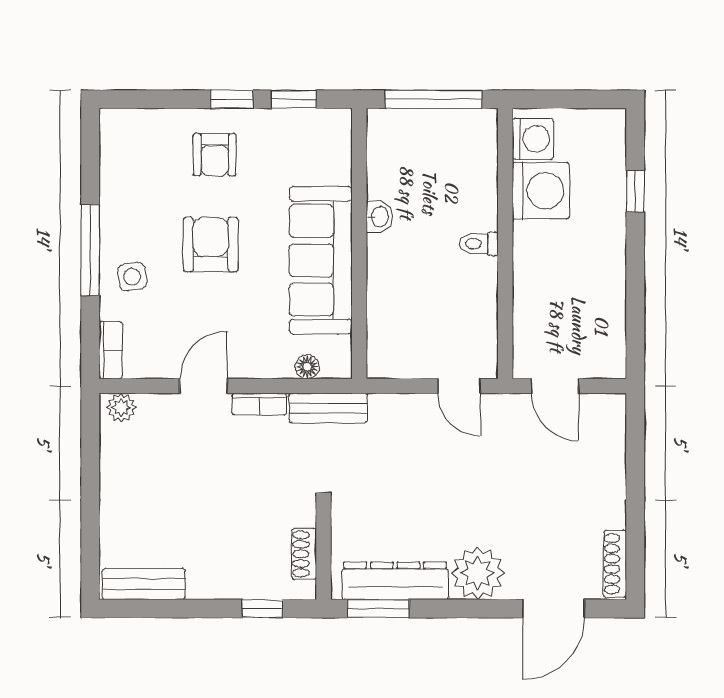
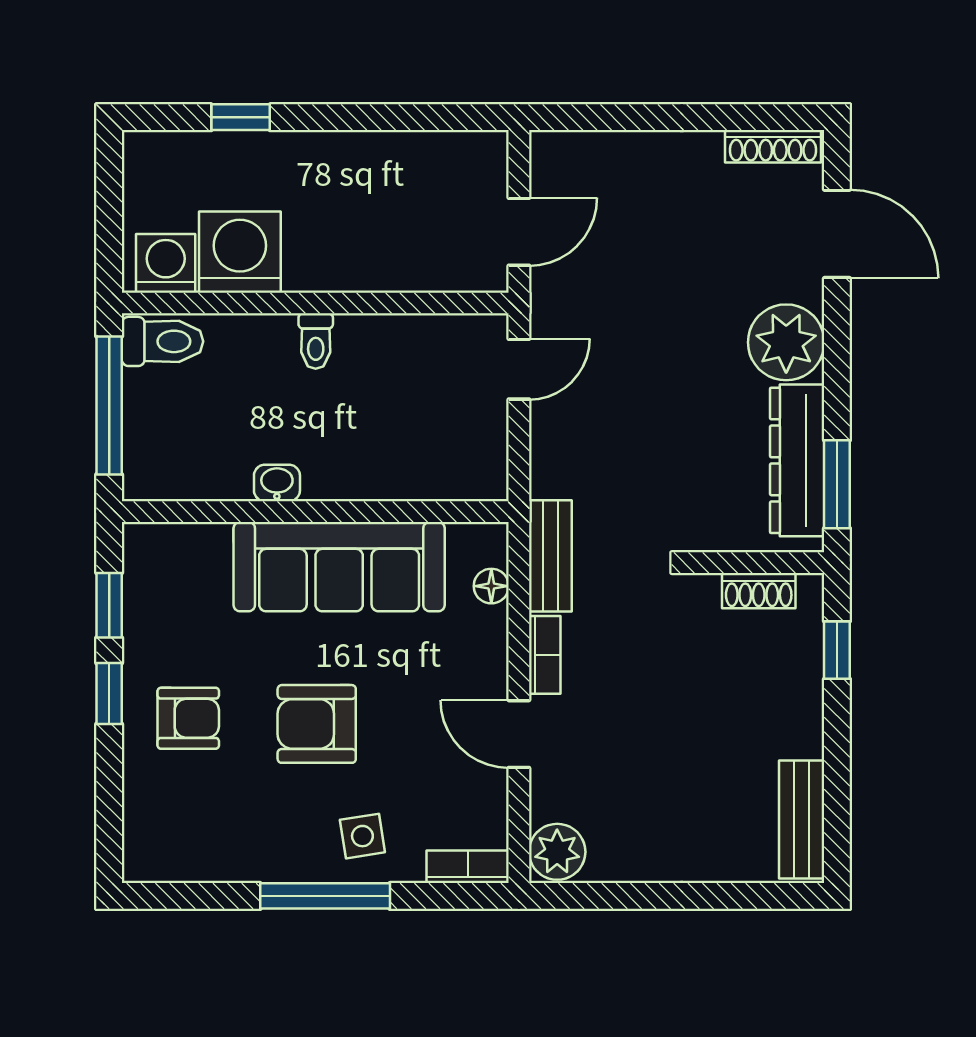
toilet: (478, 137) -> (163, 341), added
plant: (121, 407) -> (557, 852), width x1.38, depth x1.38

